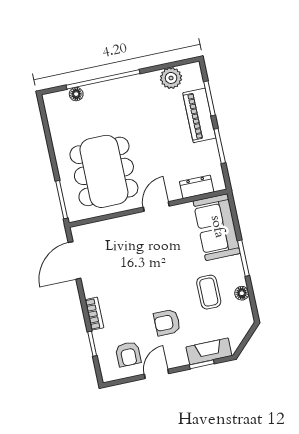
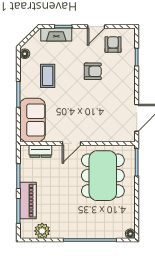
floor lamp: (76, 94) -> (130, 234), moved
floor lamp: (242, 293) -> (25, 54), moved
bookcase: (94, 314) -> (131, 78), removed
armchair: (167, 322) -> (93, 71), moved

